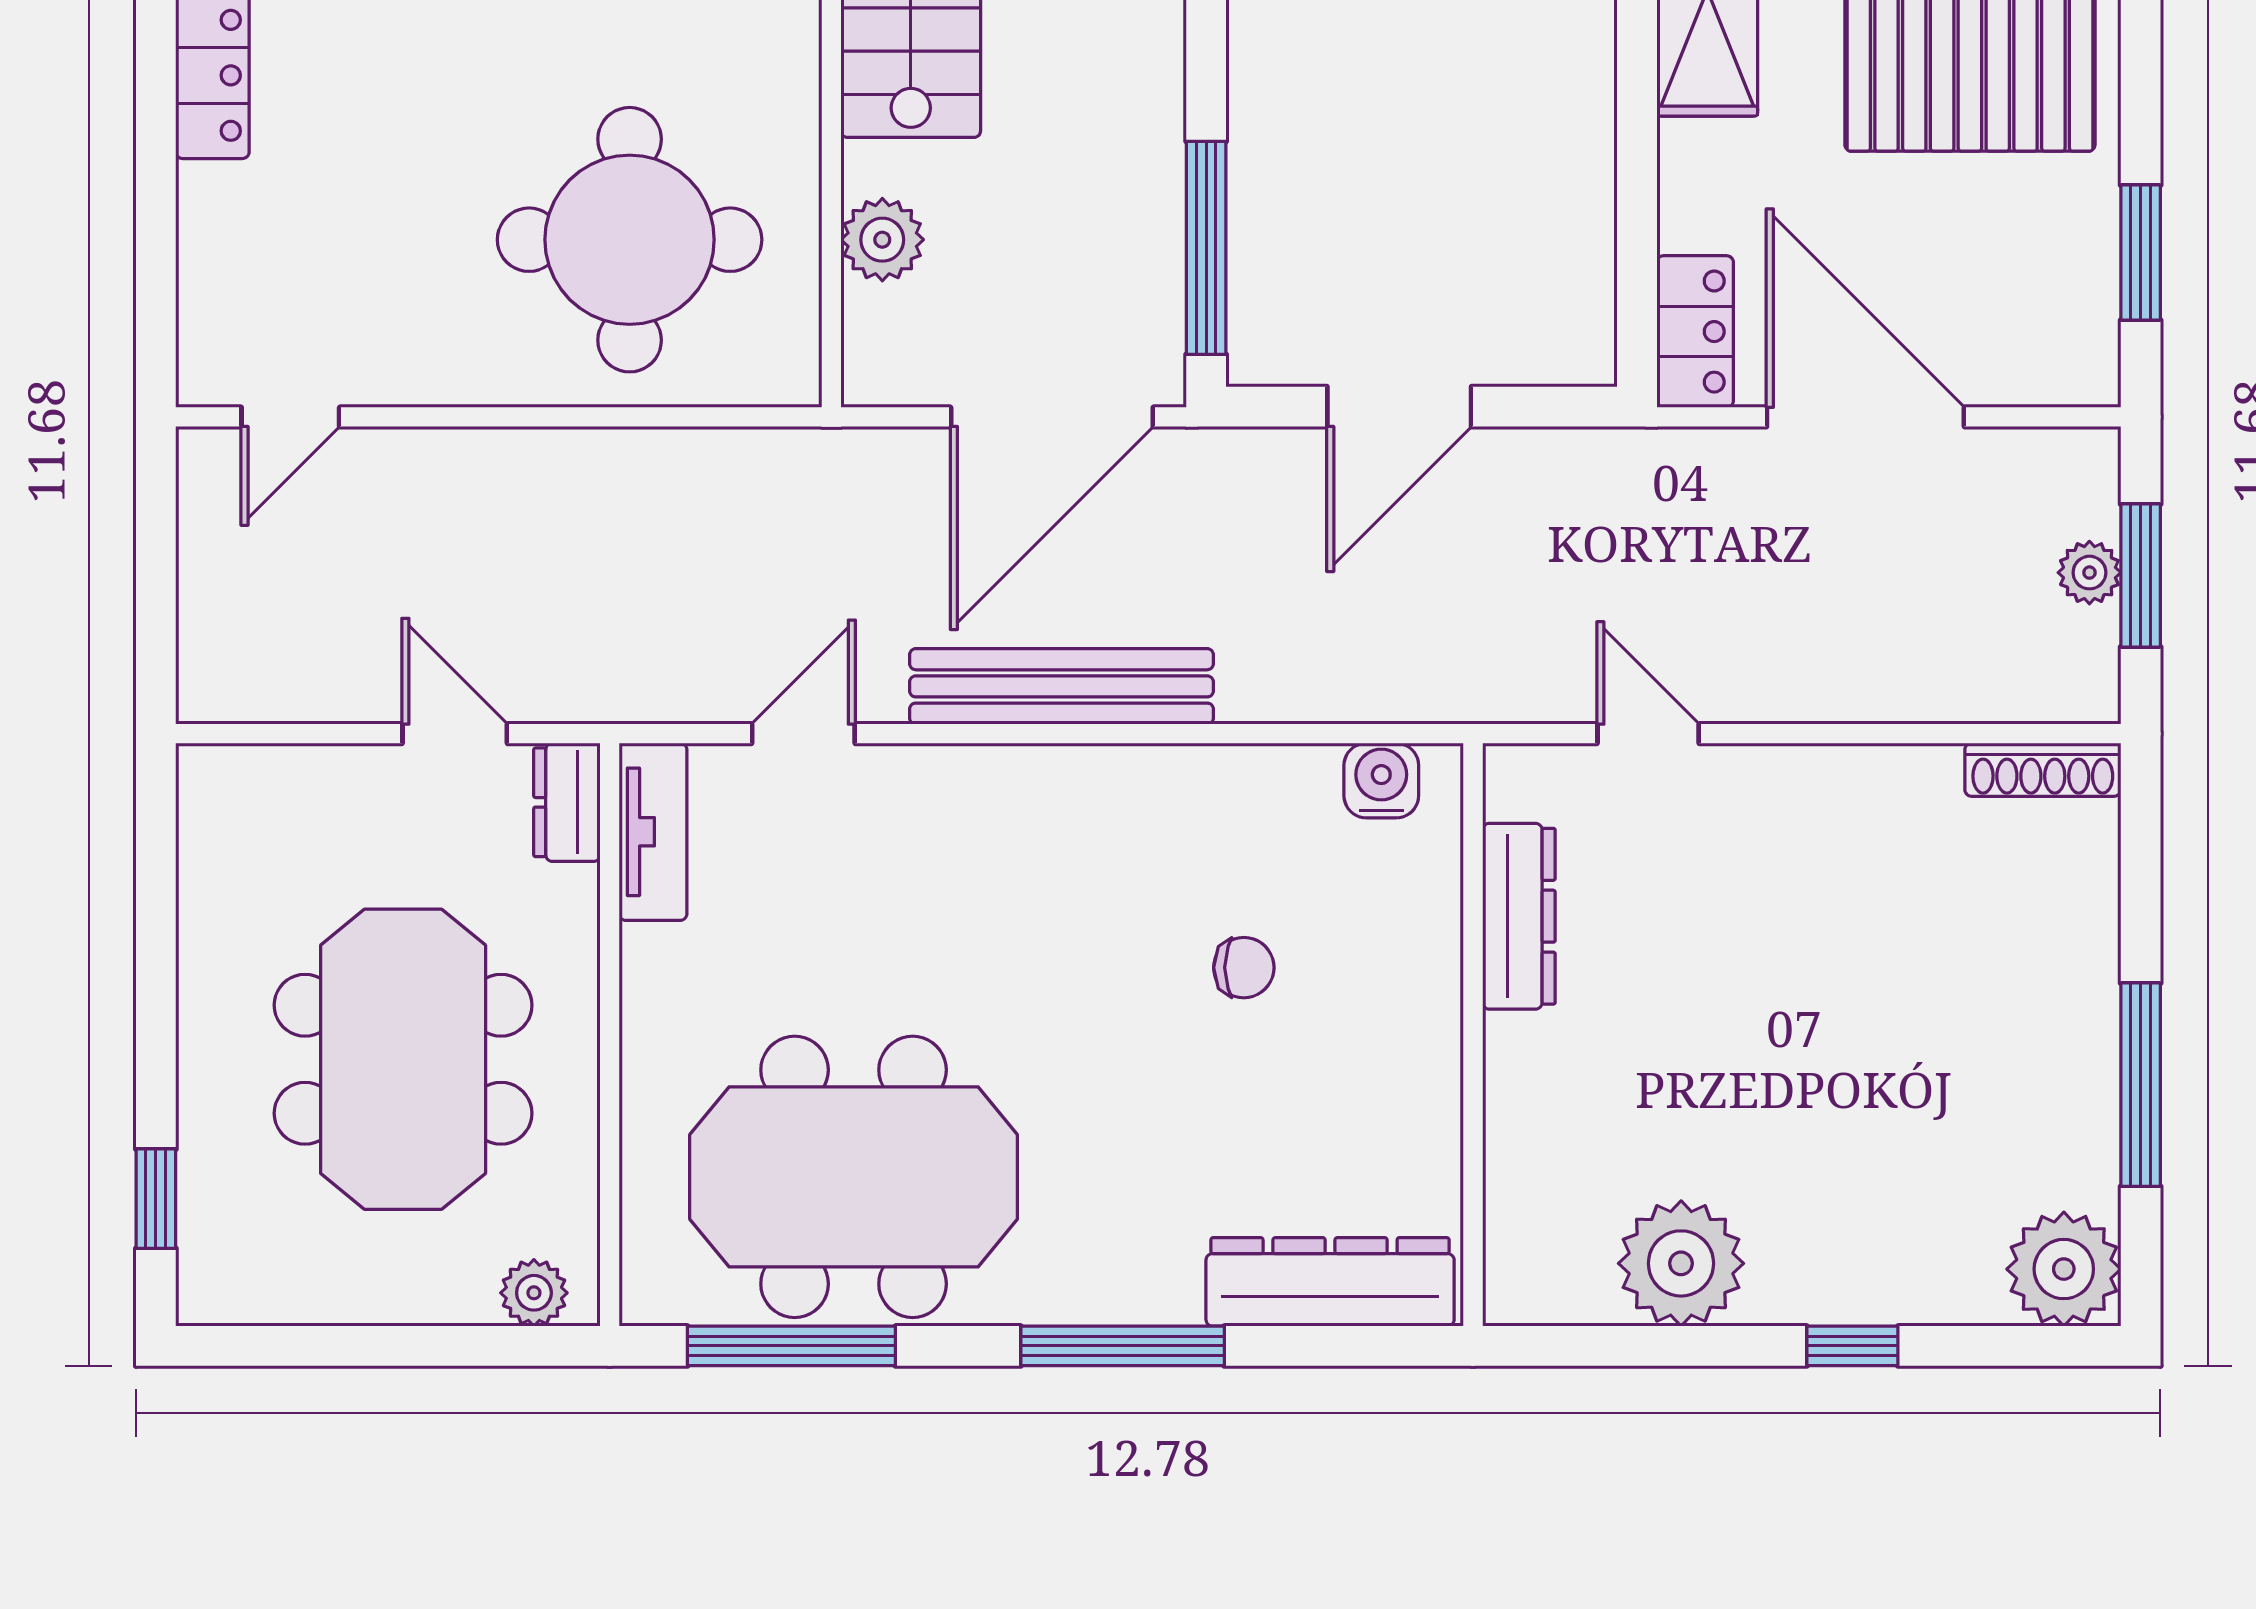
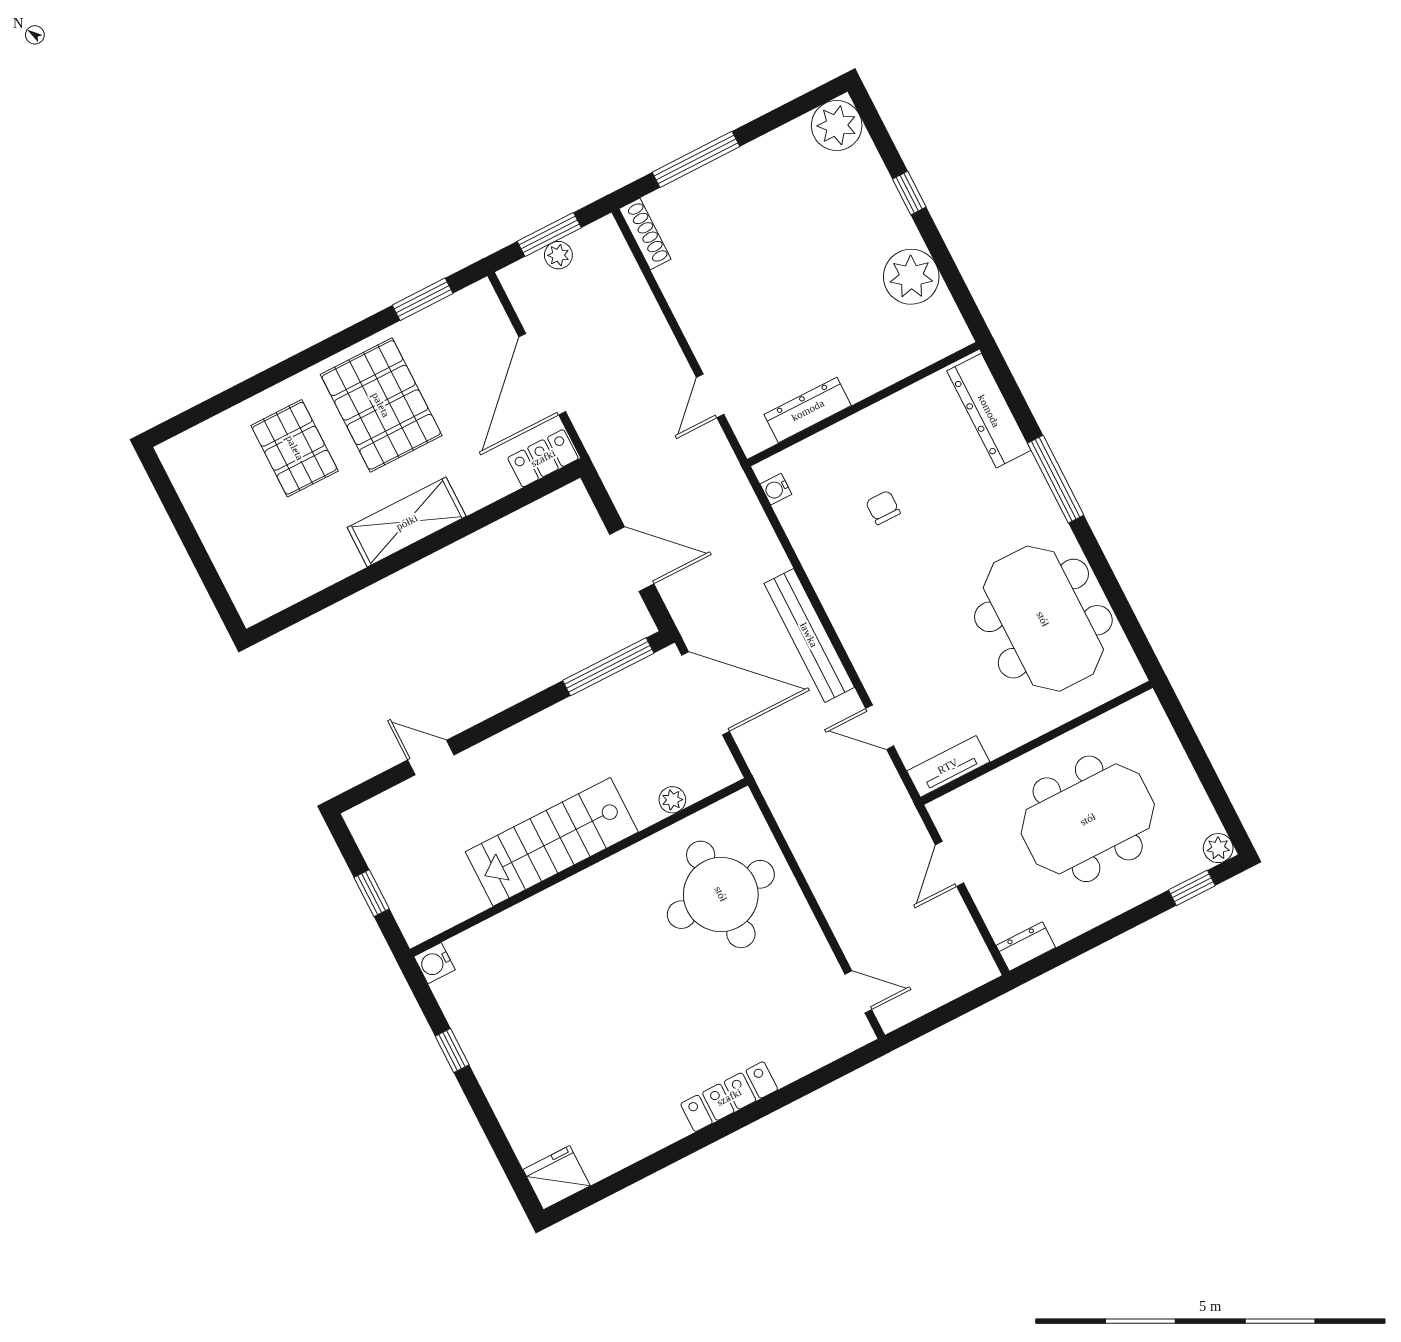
plant: (882, 240) -> (672, 800), width x0.73, depth x0.73
water cooler: (1381, 781) -> (776, 489), width x0.72, depth x0.72
dresser: (567, 802) -> (1026, 947), moved, turned 180
window: (2141, 1085) -> (696, 159), moved
plant: (534, 1293) -> (1218, 848), moved
window: (791, 1346) -> (1122, 609), removed

